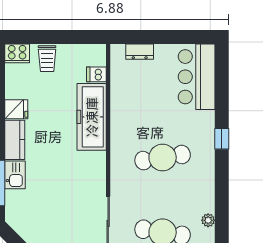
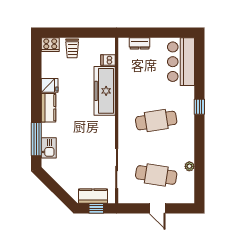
kitchen sink: (15, 175) -> (49, 148), moved

